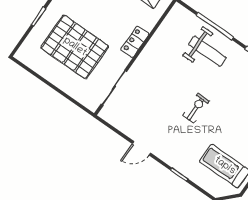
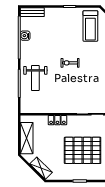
pallet: (75, 47) -> (83, 150), turned 90
weight bench: (207, 51) -> (35, 78), turned 180

